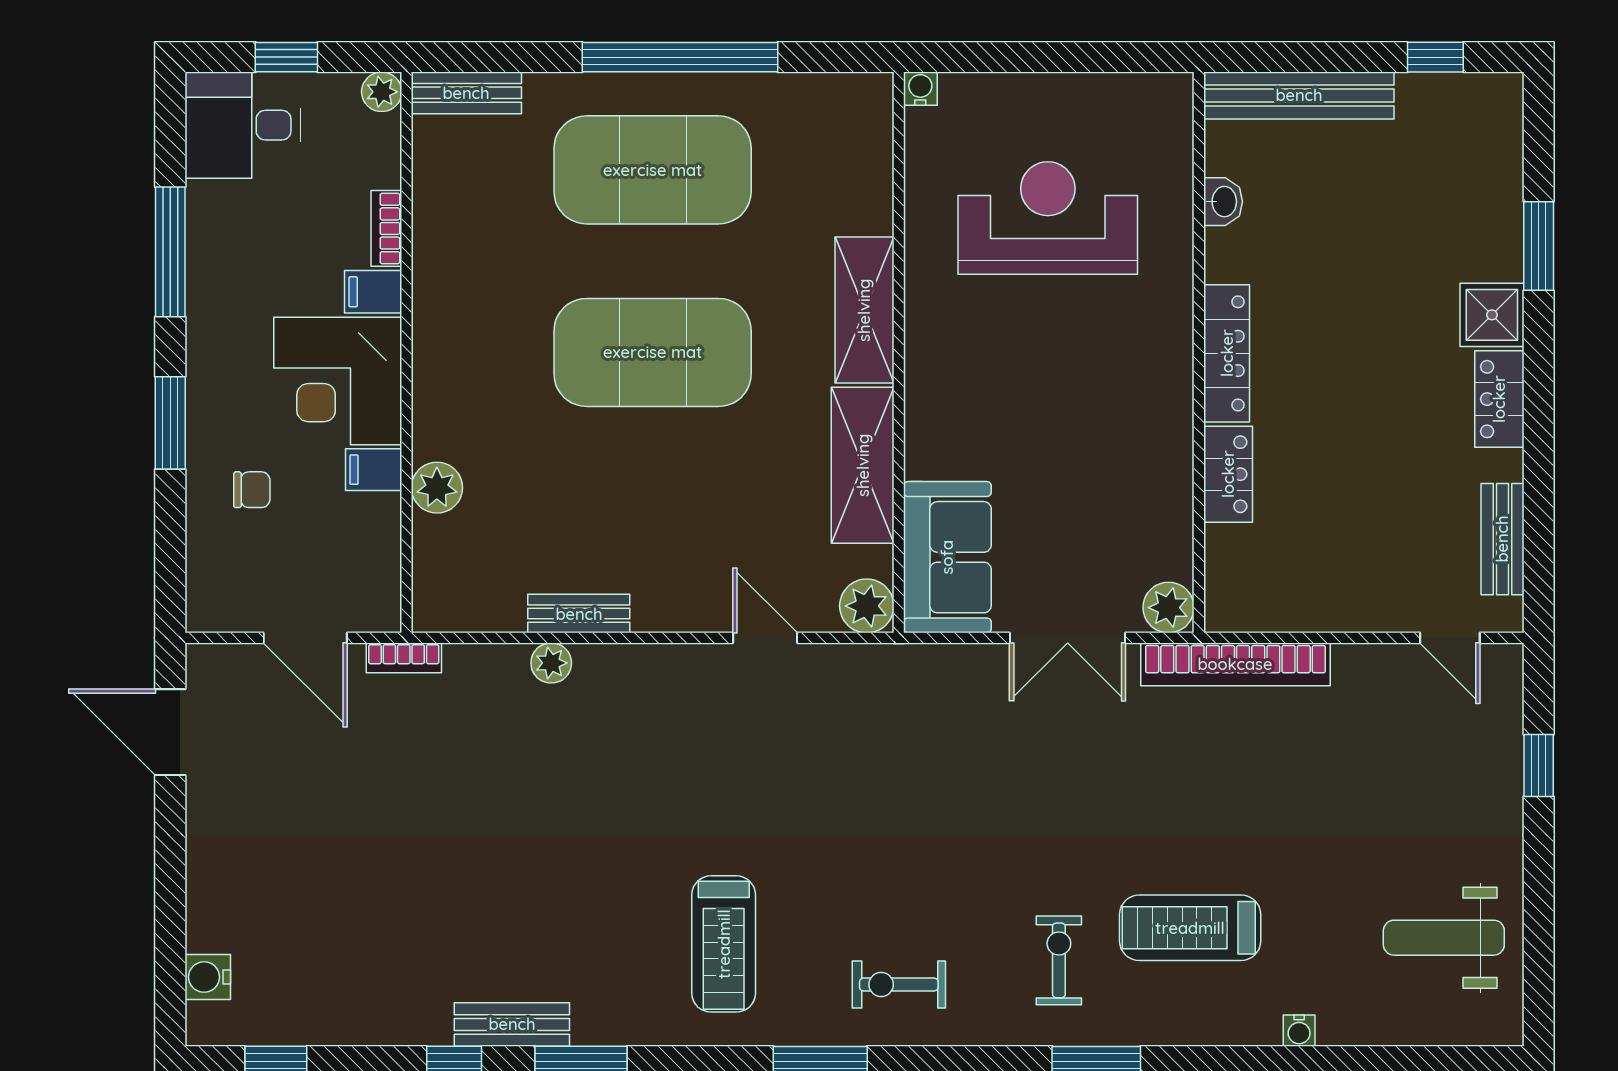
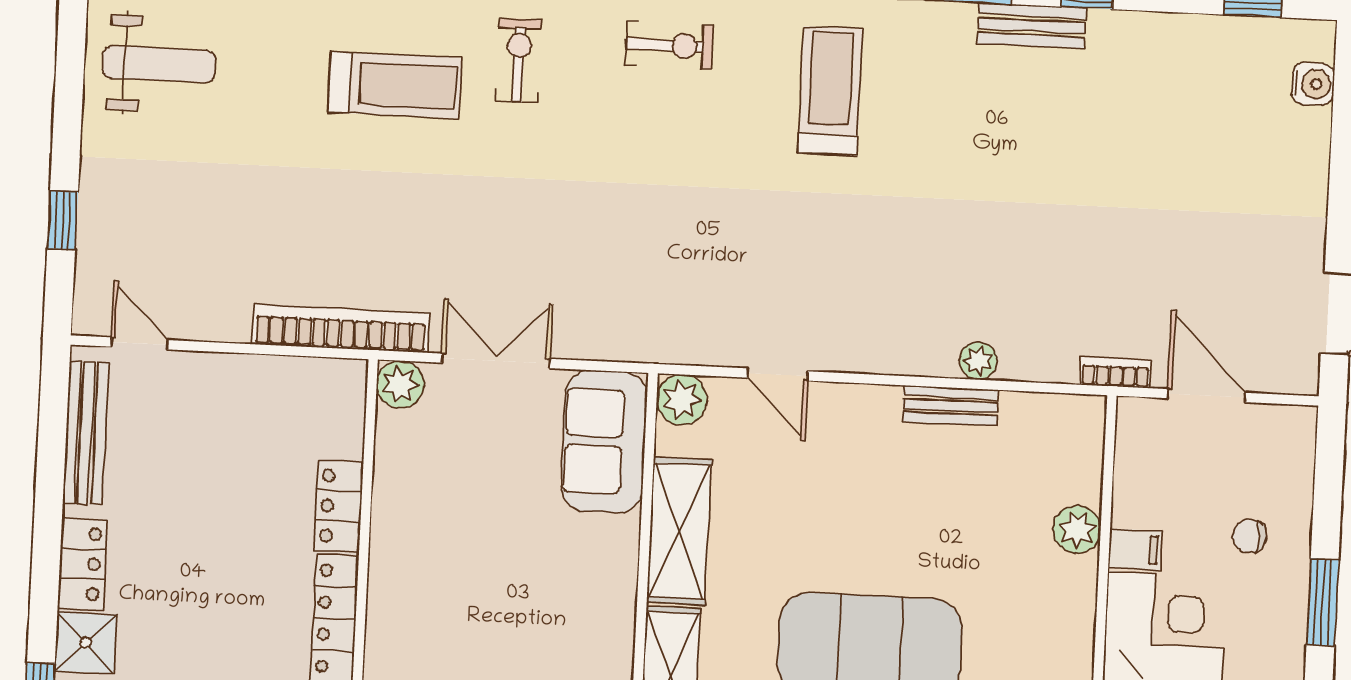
bench: (1502, 539) -> (86, 433), width x1.36
exercise bike: (1059, 960) -> (519, 60), turned 180

